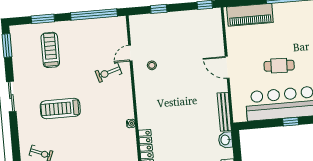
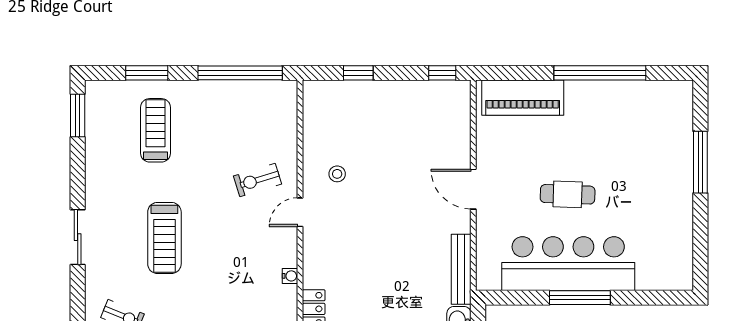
door: (130, 53) -> (300, 212), moved
sliding door: (11, 97) -> (78, 237), moved
treadmill: (60, 109) -> (164, 238), turned -90
window: (291, 122) -> (580, 298), width x2.17

